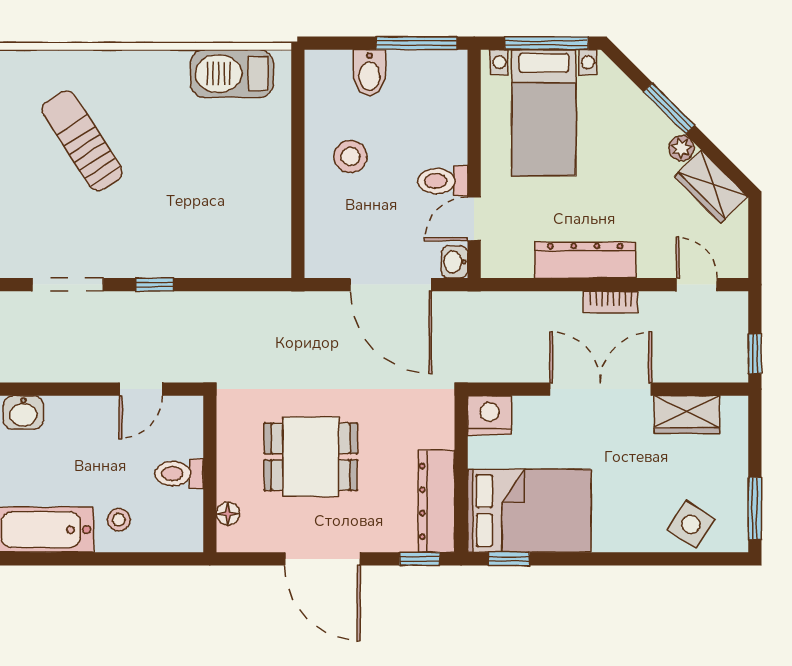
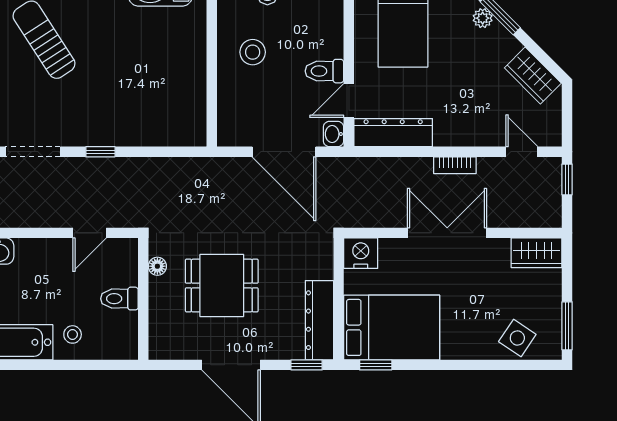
plant: (681, 148) -> (483, 18), moved
dresser: (585, 260) -> (393, 133), moved
window: (755, 354) -> (567, 179), moved
wardrobe: (687, 415) -> (537, 253), moved
floor lamp: (228, 514) -> (157, 266), moved

